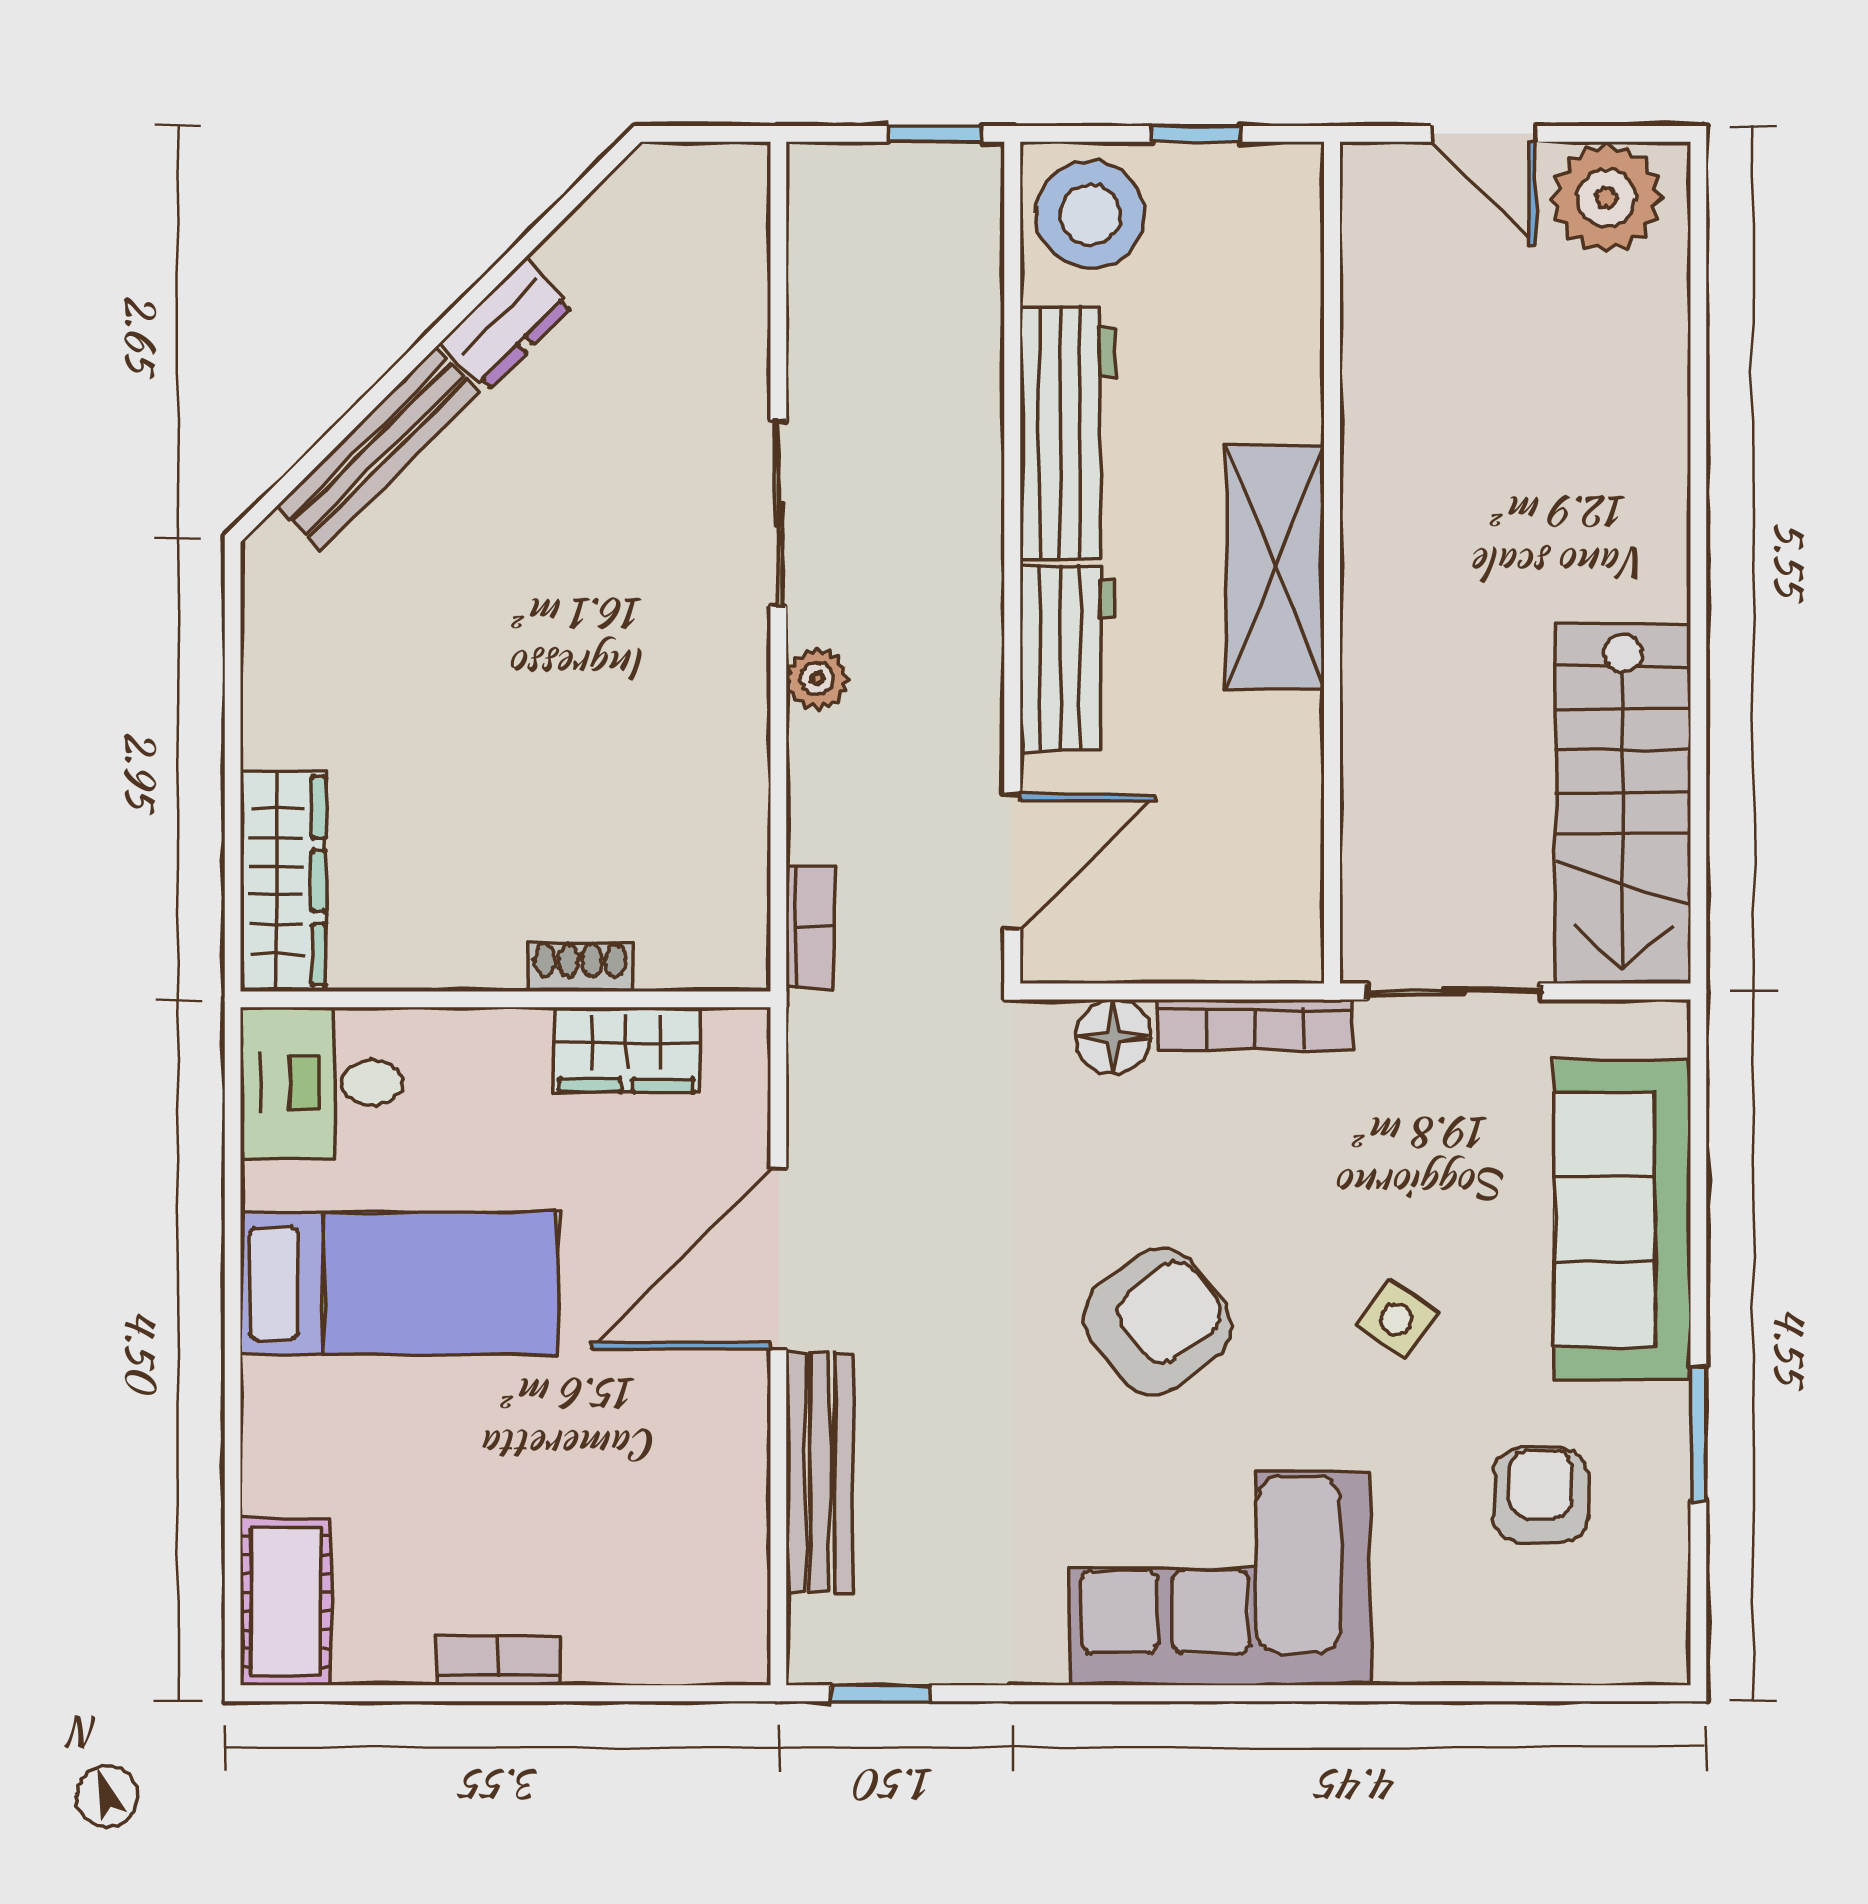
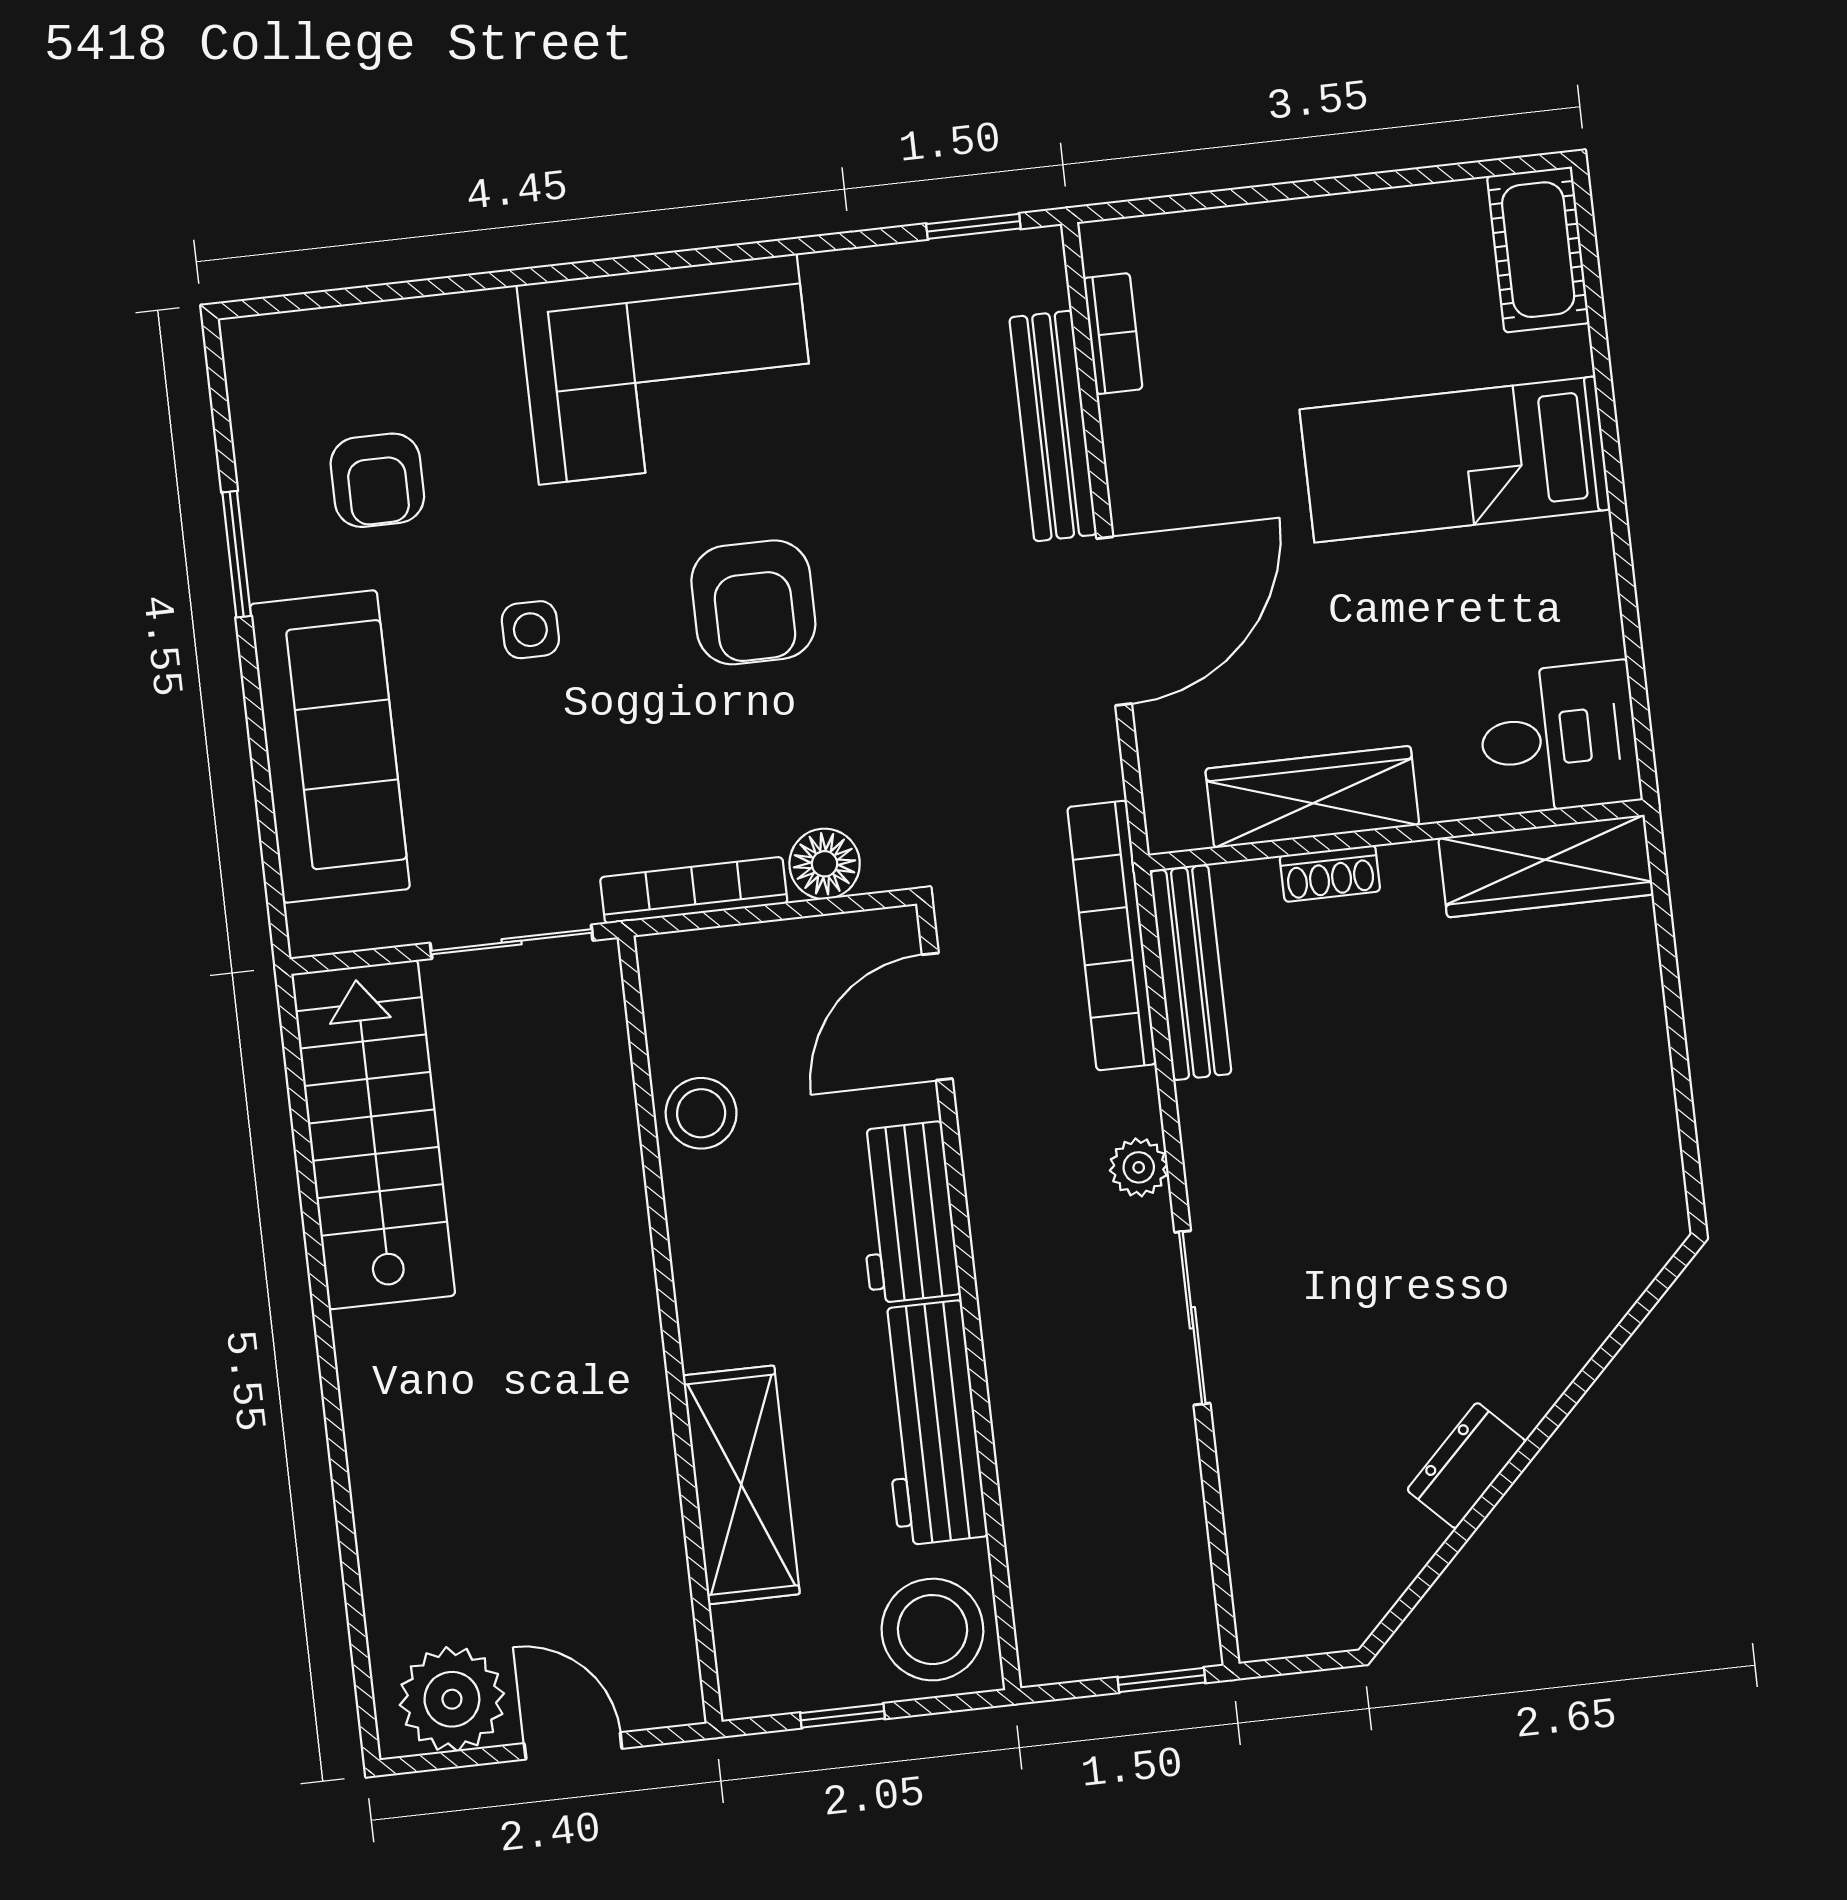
window: (935, 134) -> (1162, 1680), moved
bench: (378, 449) -> (1191, 973), moved, turned -45
shelving: (1275, 567) -> (741, 1485), moved
stool: (1274, 788) -> (701, 1113), added
wardrobe: (283, 881) -> (1546, 866), moved, turned -90
bookcase: (811, 927) -> (1112, 936), width x2.31, depth x1.31
wardrobe: (626, 1050) -> (1312, 797), width x1.50
bed: (399, 1284) -> (1455, 459), moved
side table: (1397, 1319) -> (530, 630), turned -35
armchair: (1158, 1322) -> (753, 602), turned -53
bookcase: (498, 1661) -> (1113, 334), moved, turned -90

